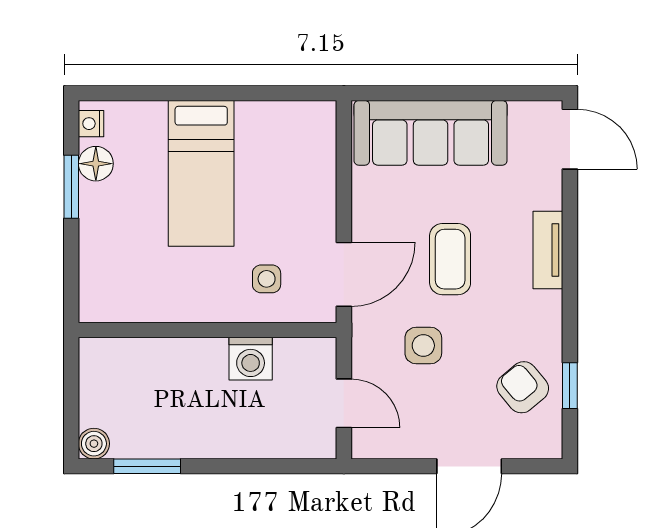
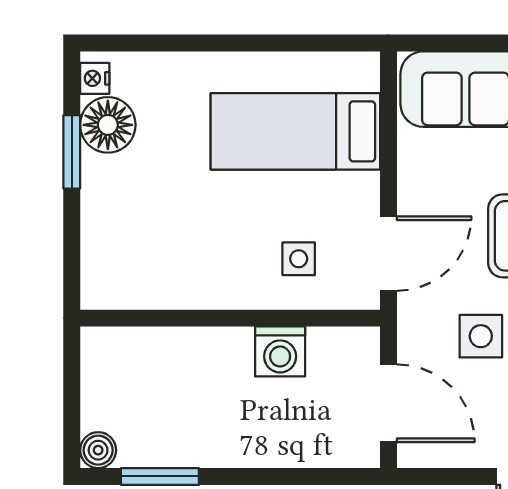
floor lamp: (96, 164) -> (108, 125), width x1.38, depth x1.38
bed: (201, 173) -> (295, 131), moved, turned 90
door: (344, 403) -> (388, 403), width x1.38

